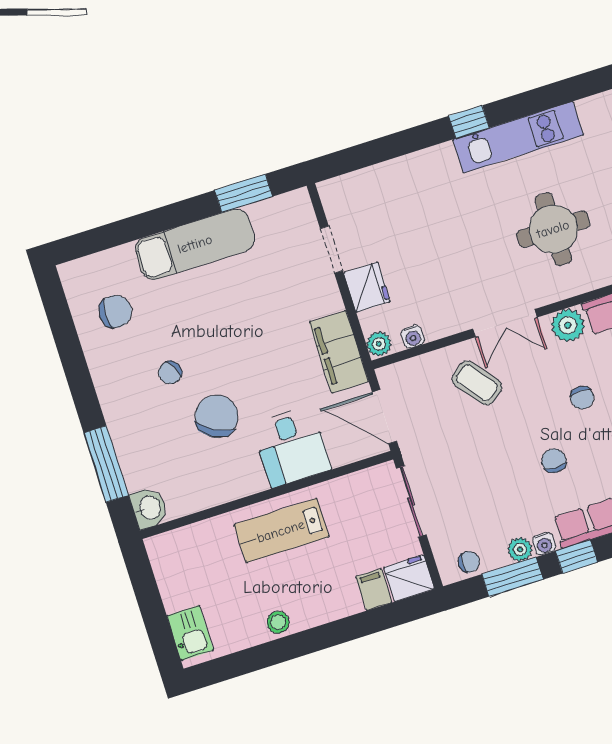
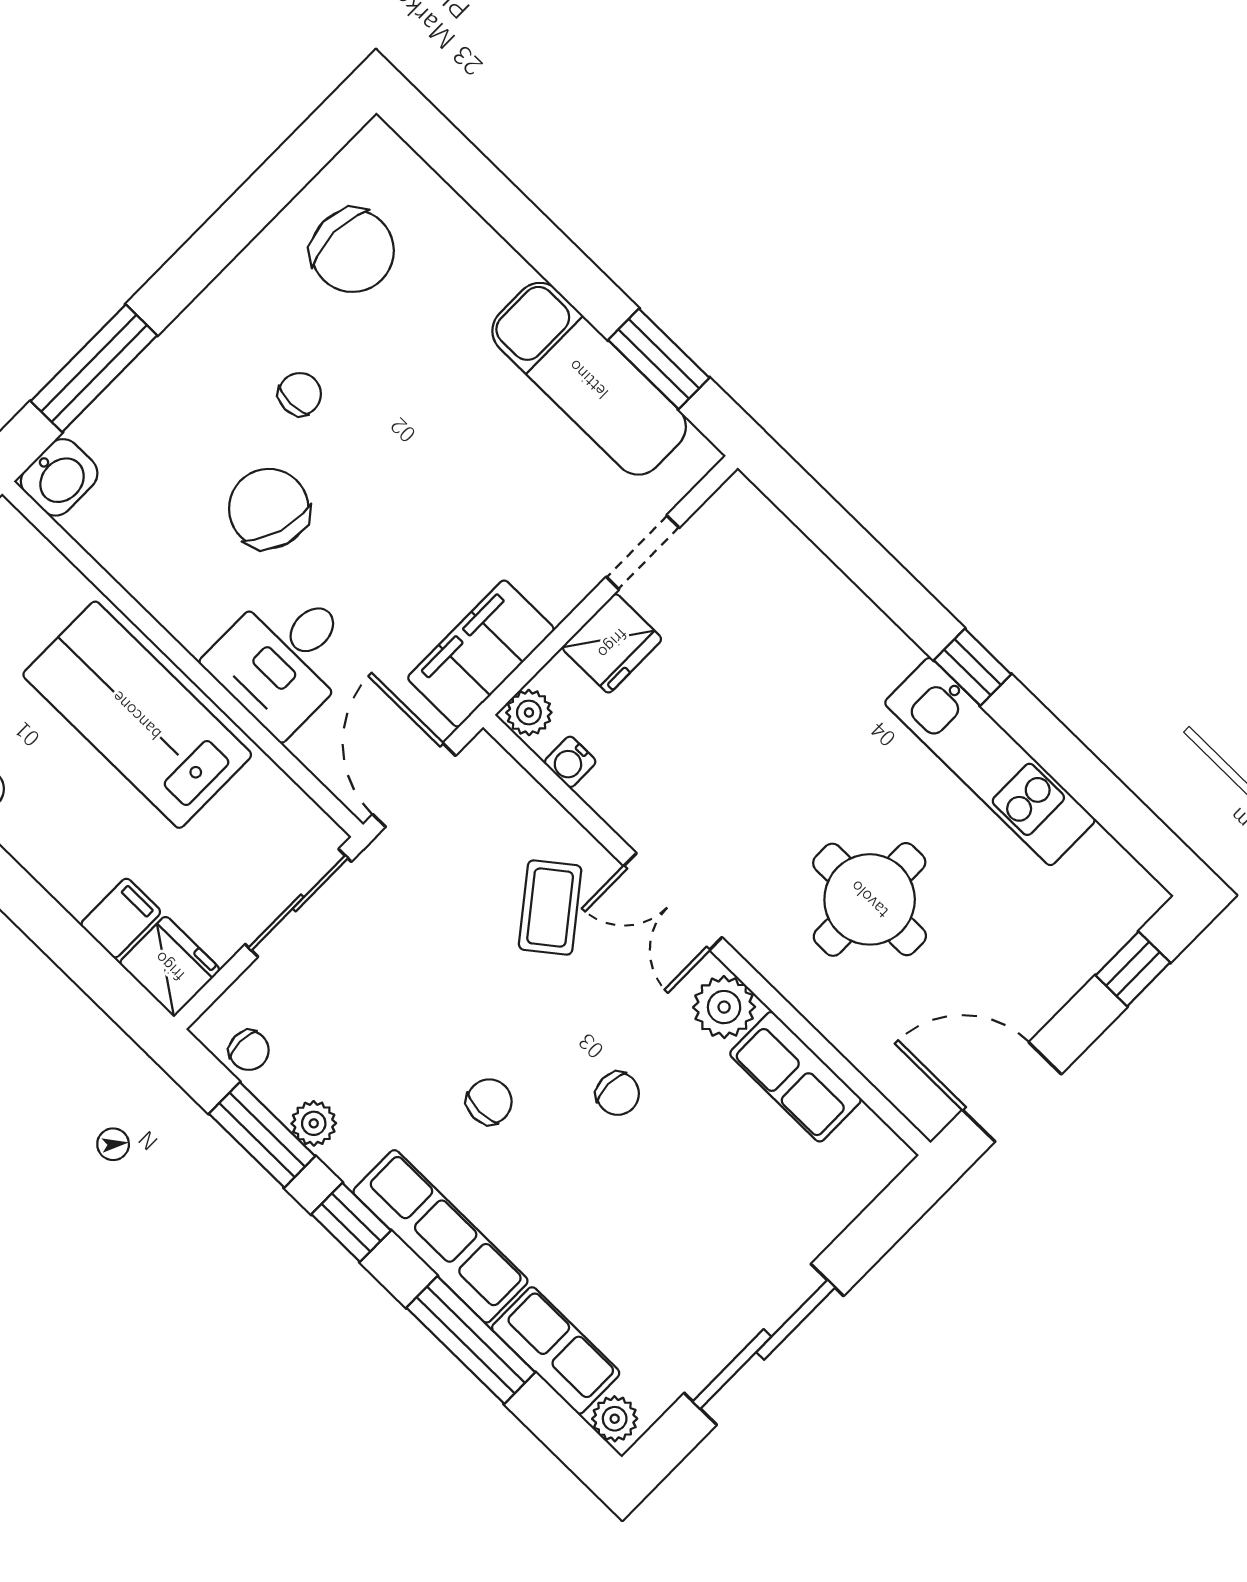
exam couch: (195, 244) -> (589, 379), moved
chair: (115, 312) -> (353, 251), width x1.37, depth x1.37
chair: (170, 373) -> (300, 394), turned 118
chair: (582, 398) -> (618, 1094), turned -90
chair: (217, 416) -> (269, 509), turned -102
lab bench: (281, 531) -> (137, 715), width x1.36, depth x1.39
water cooler: (544, 544) -> (344, 1158), removed

